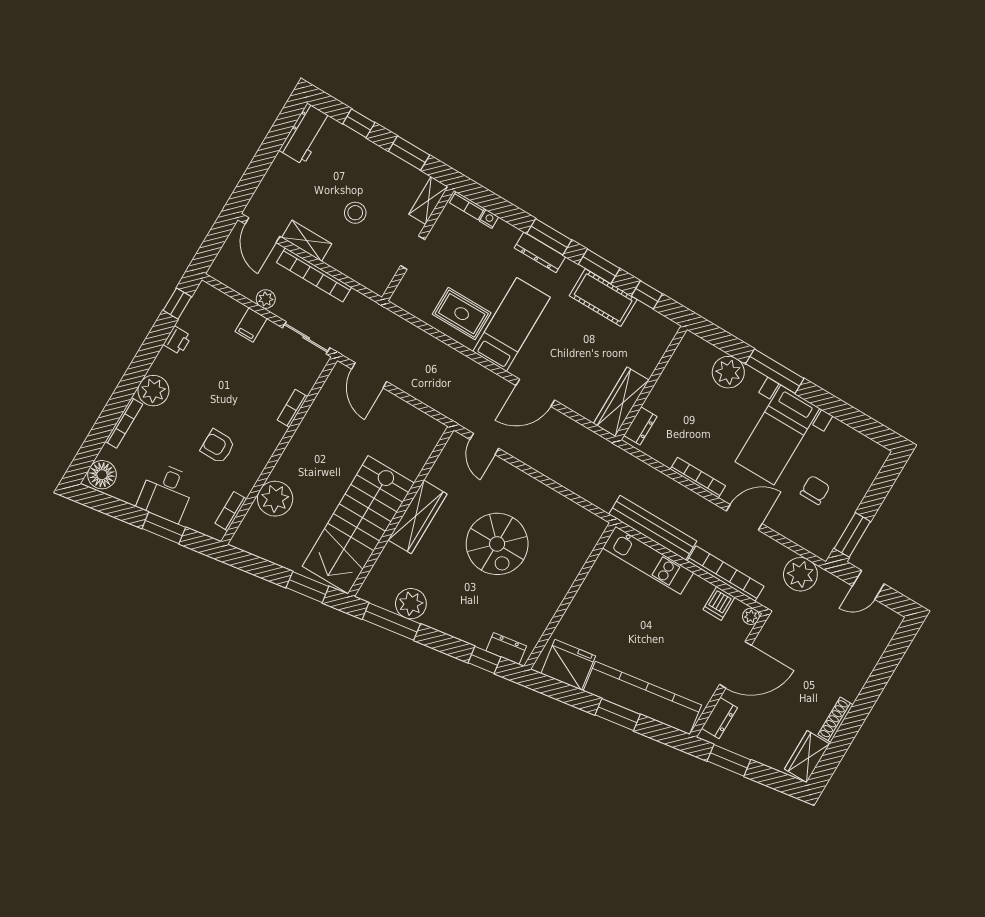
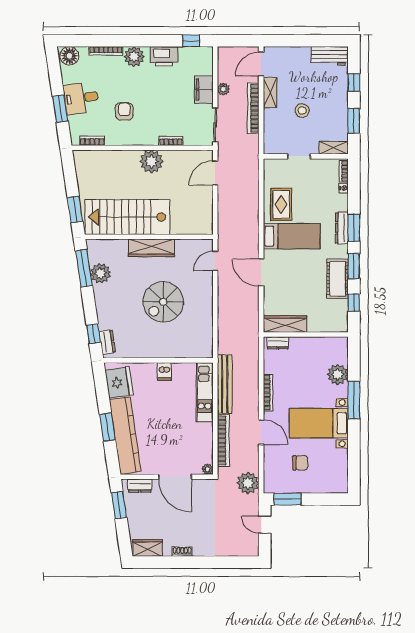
filing cabinet: (251, 325) -> (204, 90), width x2.00
printer: (177, 340) -> (164, 56), width x1.87, depth x1.48
plant: (275, 499) -> (151, 161), moved
dishwasher: (719, 603) -> (164, 371), moved, turned -90
shoe rack: (836, 720) -> (182, 552), width x0.70

